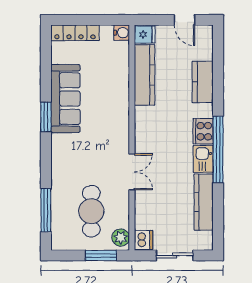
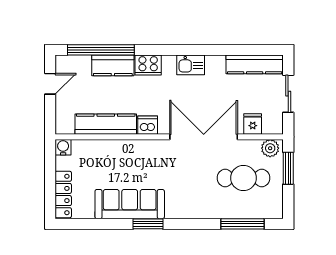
fridge: (145, 35) -> (253, 124), moved
cooker: (203, 131) -> (148, 65), moved
window: (218, 149) -> (101, 50), moved
double door: (132, 172) -> (204, 137), width x1.87
kitchen counter: (204, 202) -> (255, 64), moved
dishwasher: (144, 240) -> (148, 125), moved

